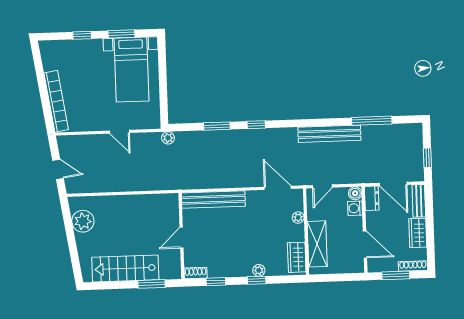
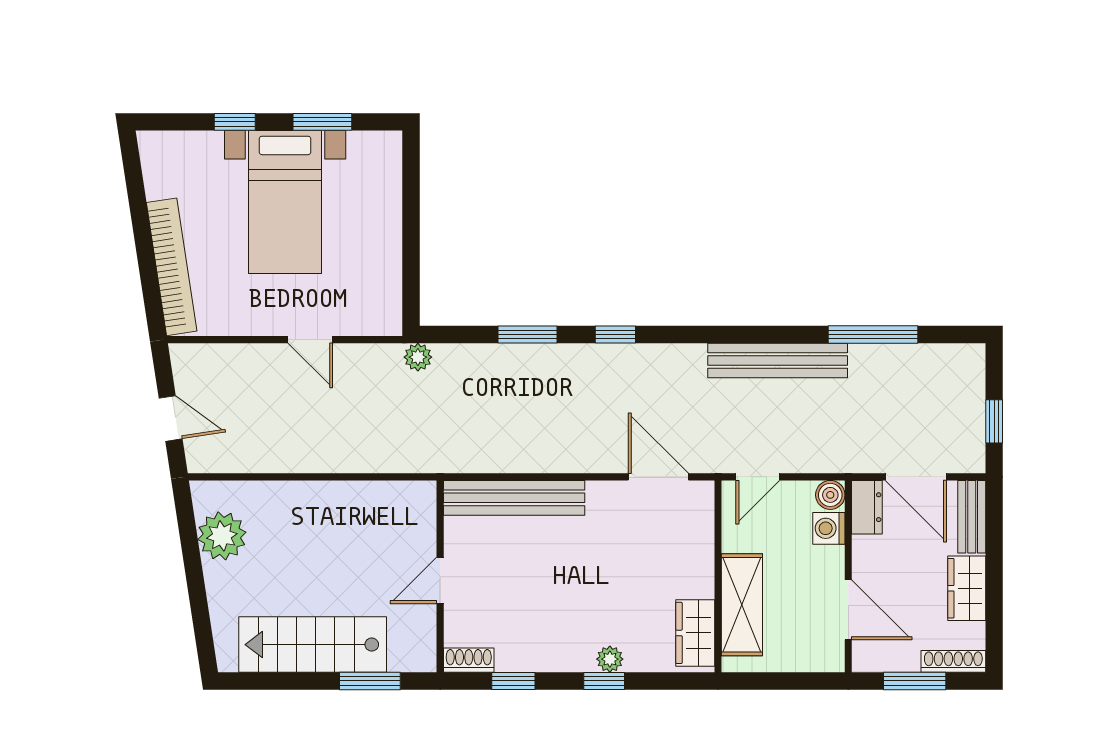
bed with nightstands: (131, 70) -> (285, 202), moved
plant: (298, 218) -> (702, 545), removed

